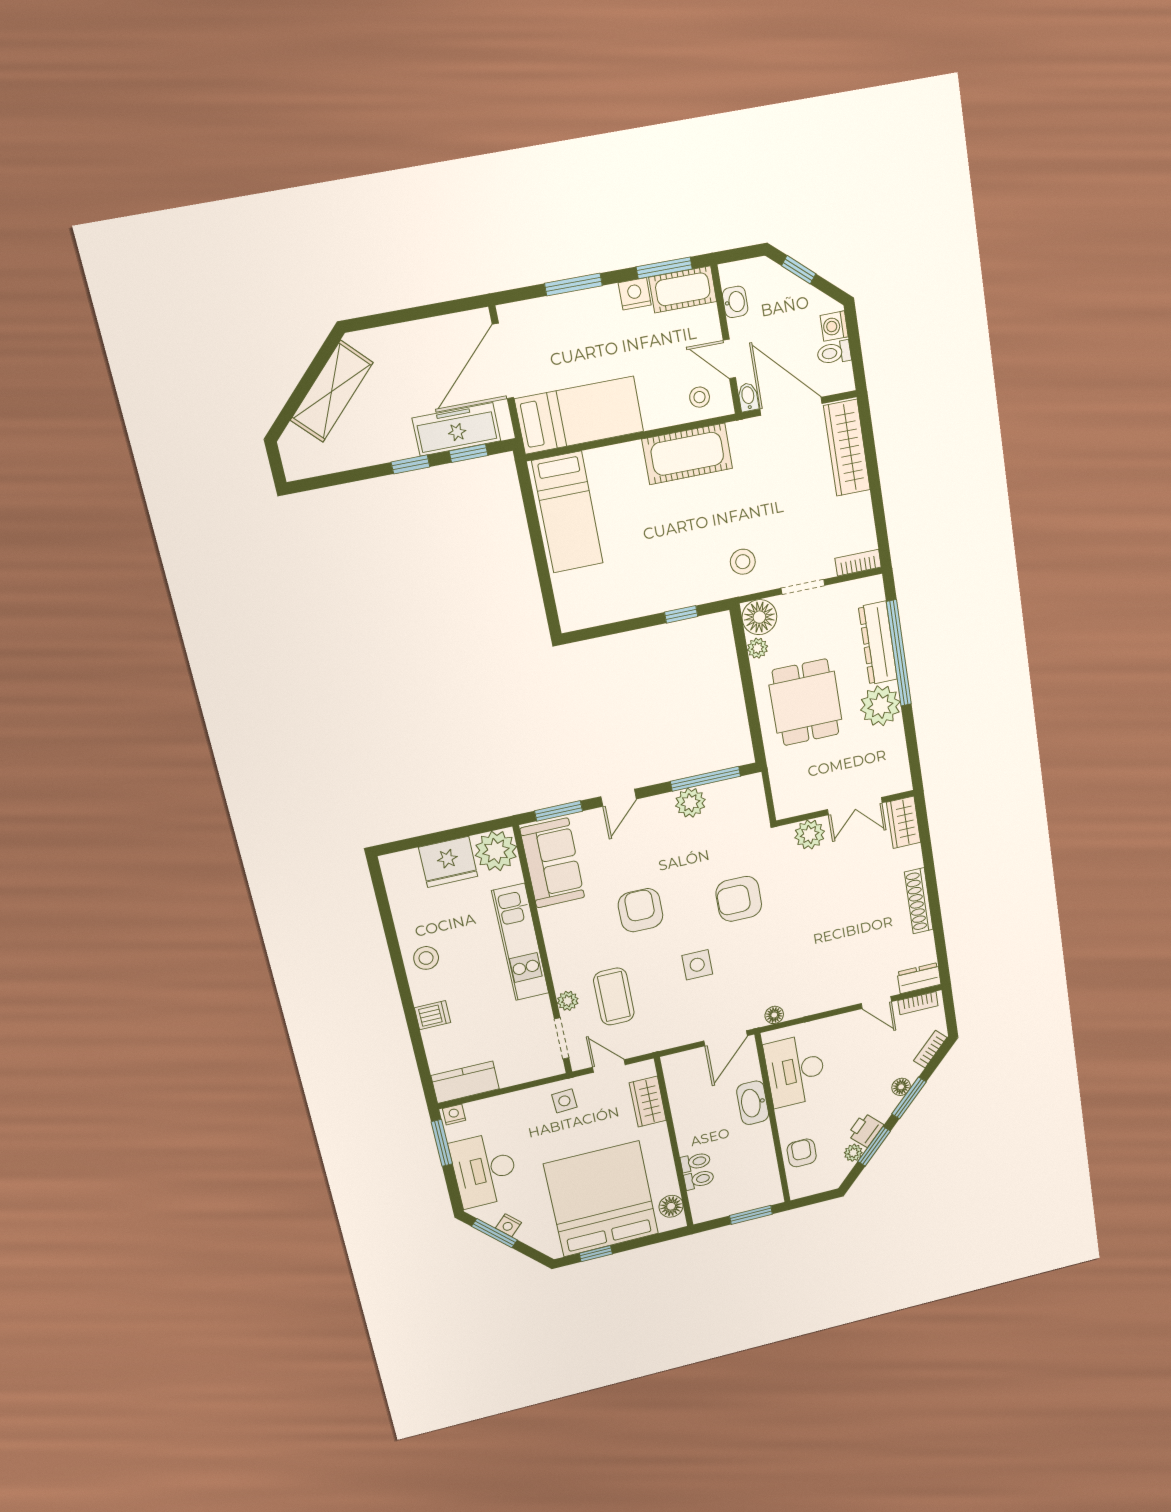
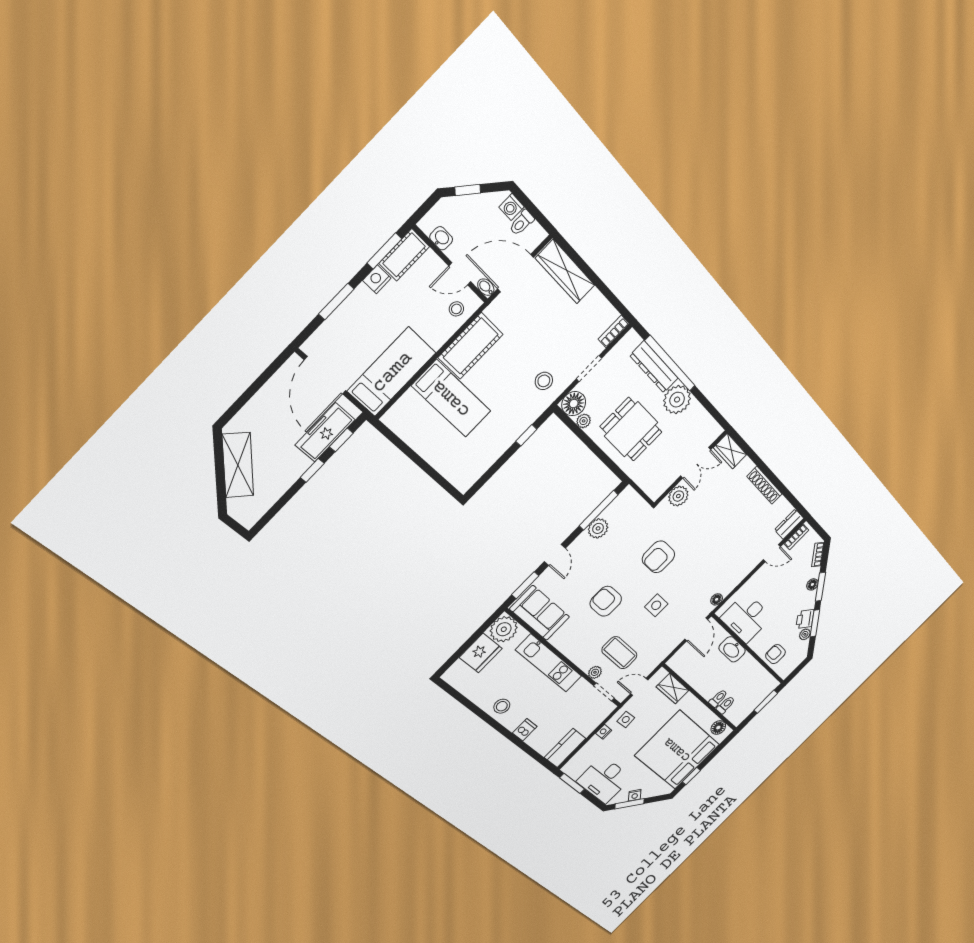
bed: (568, 512) -> (451, 399), moved
nightstand: (454, 1114) -> (604, 732), moved

